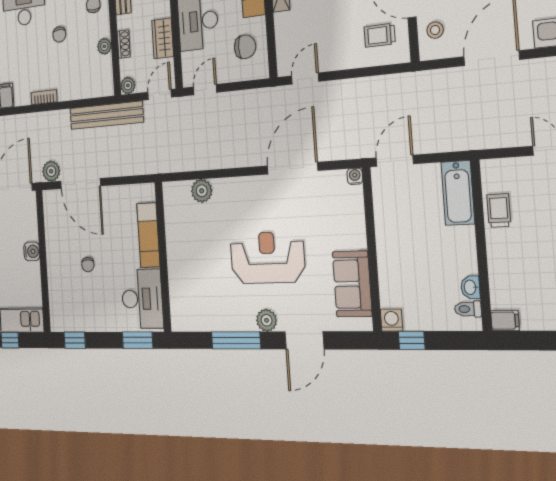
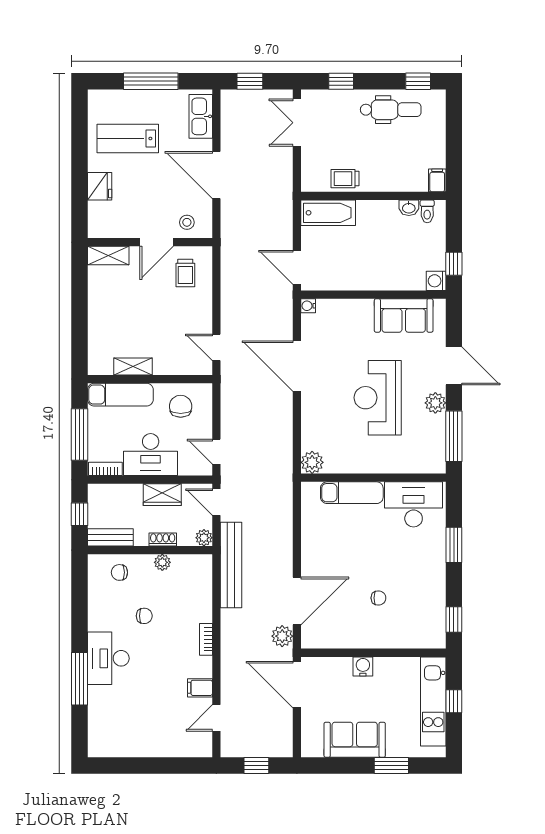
exam couch: (148, 235) -> (352, 493), moved
wall: (163, 257) -> (373, 478), moved
desk: (142, 299) -> (414, 504), moved

